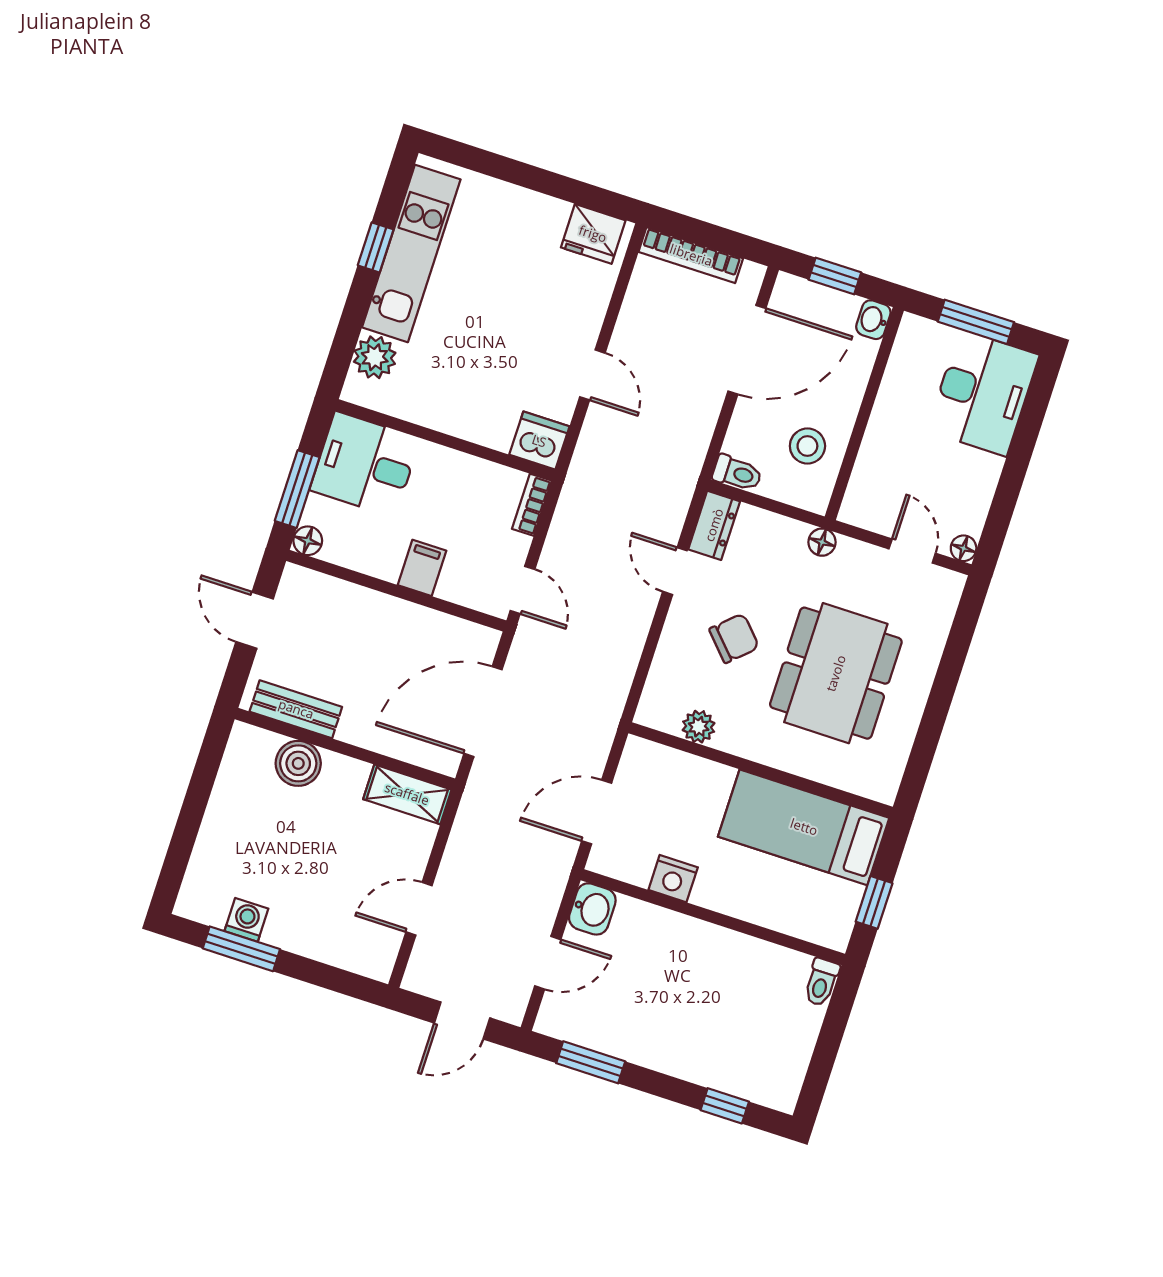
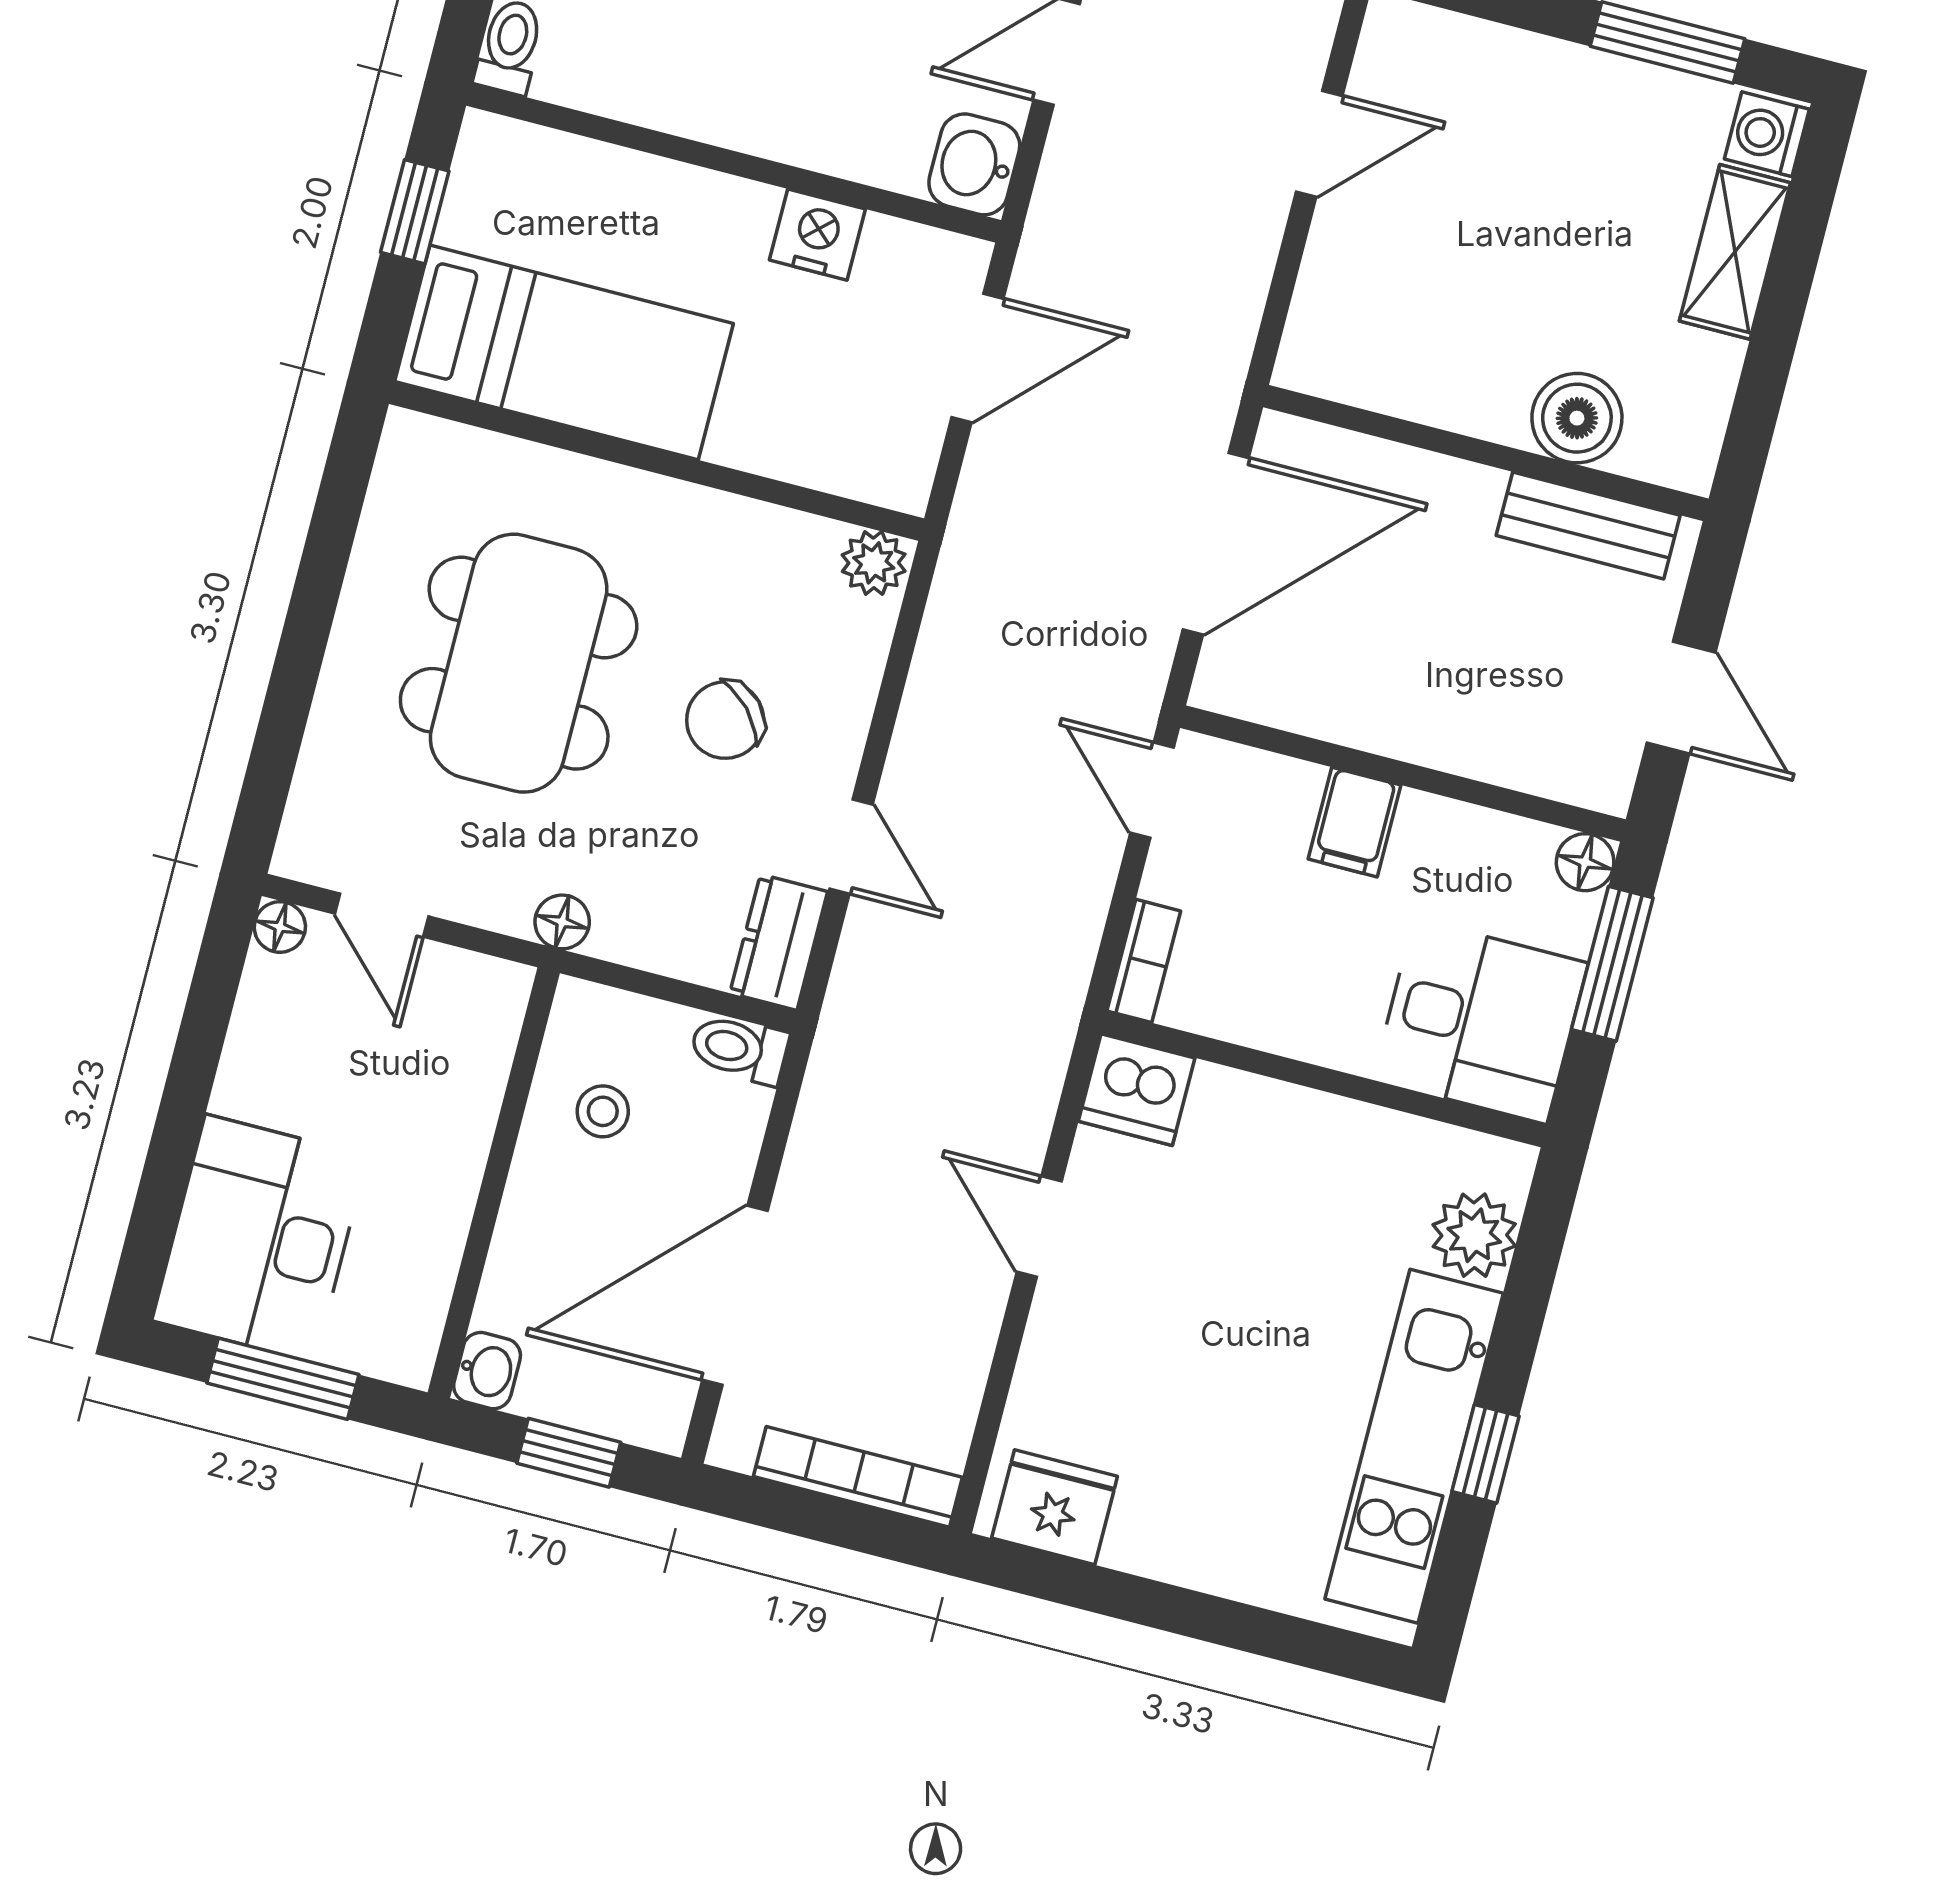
stool: (807, 446) -> (603, 1111), width x0.73, depth x0.73
plant: (699, 727) -> (874, 563), moved
shelving: (407, 794) -> (1735, 252), moved, turned 90
washing machine: (246, 920) -> (1767, 134), moved, turned 90

